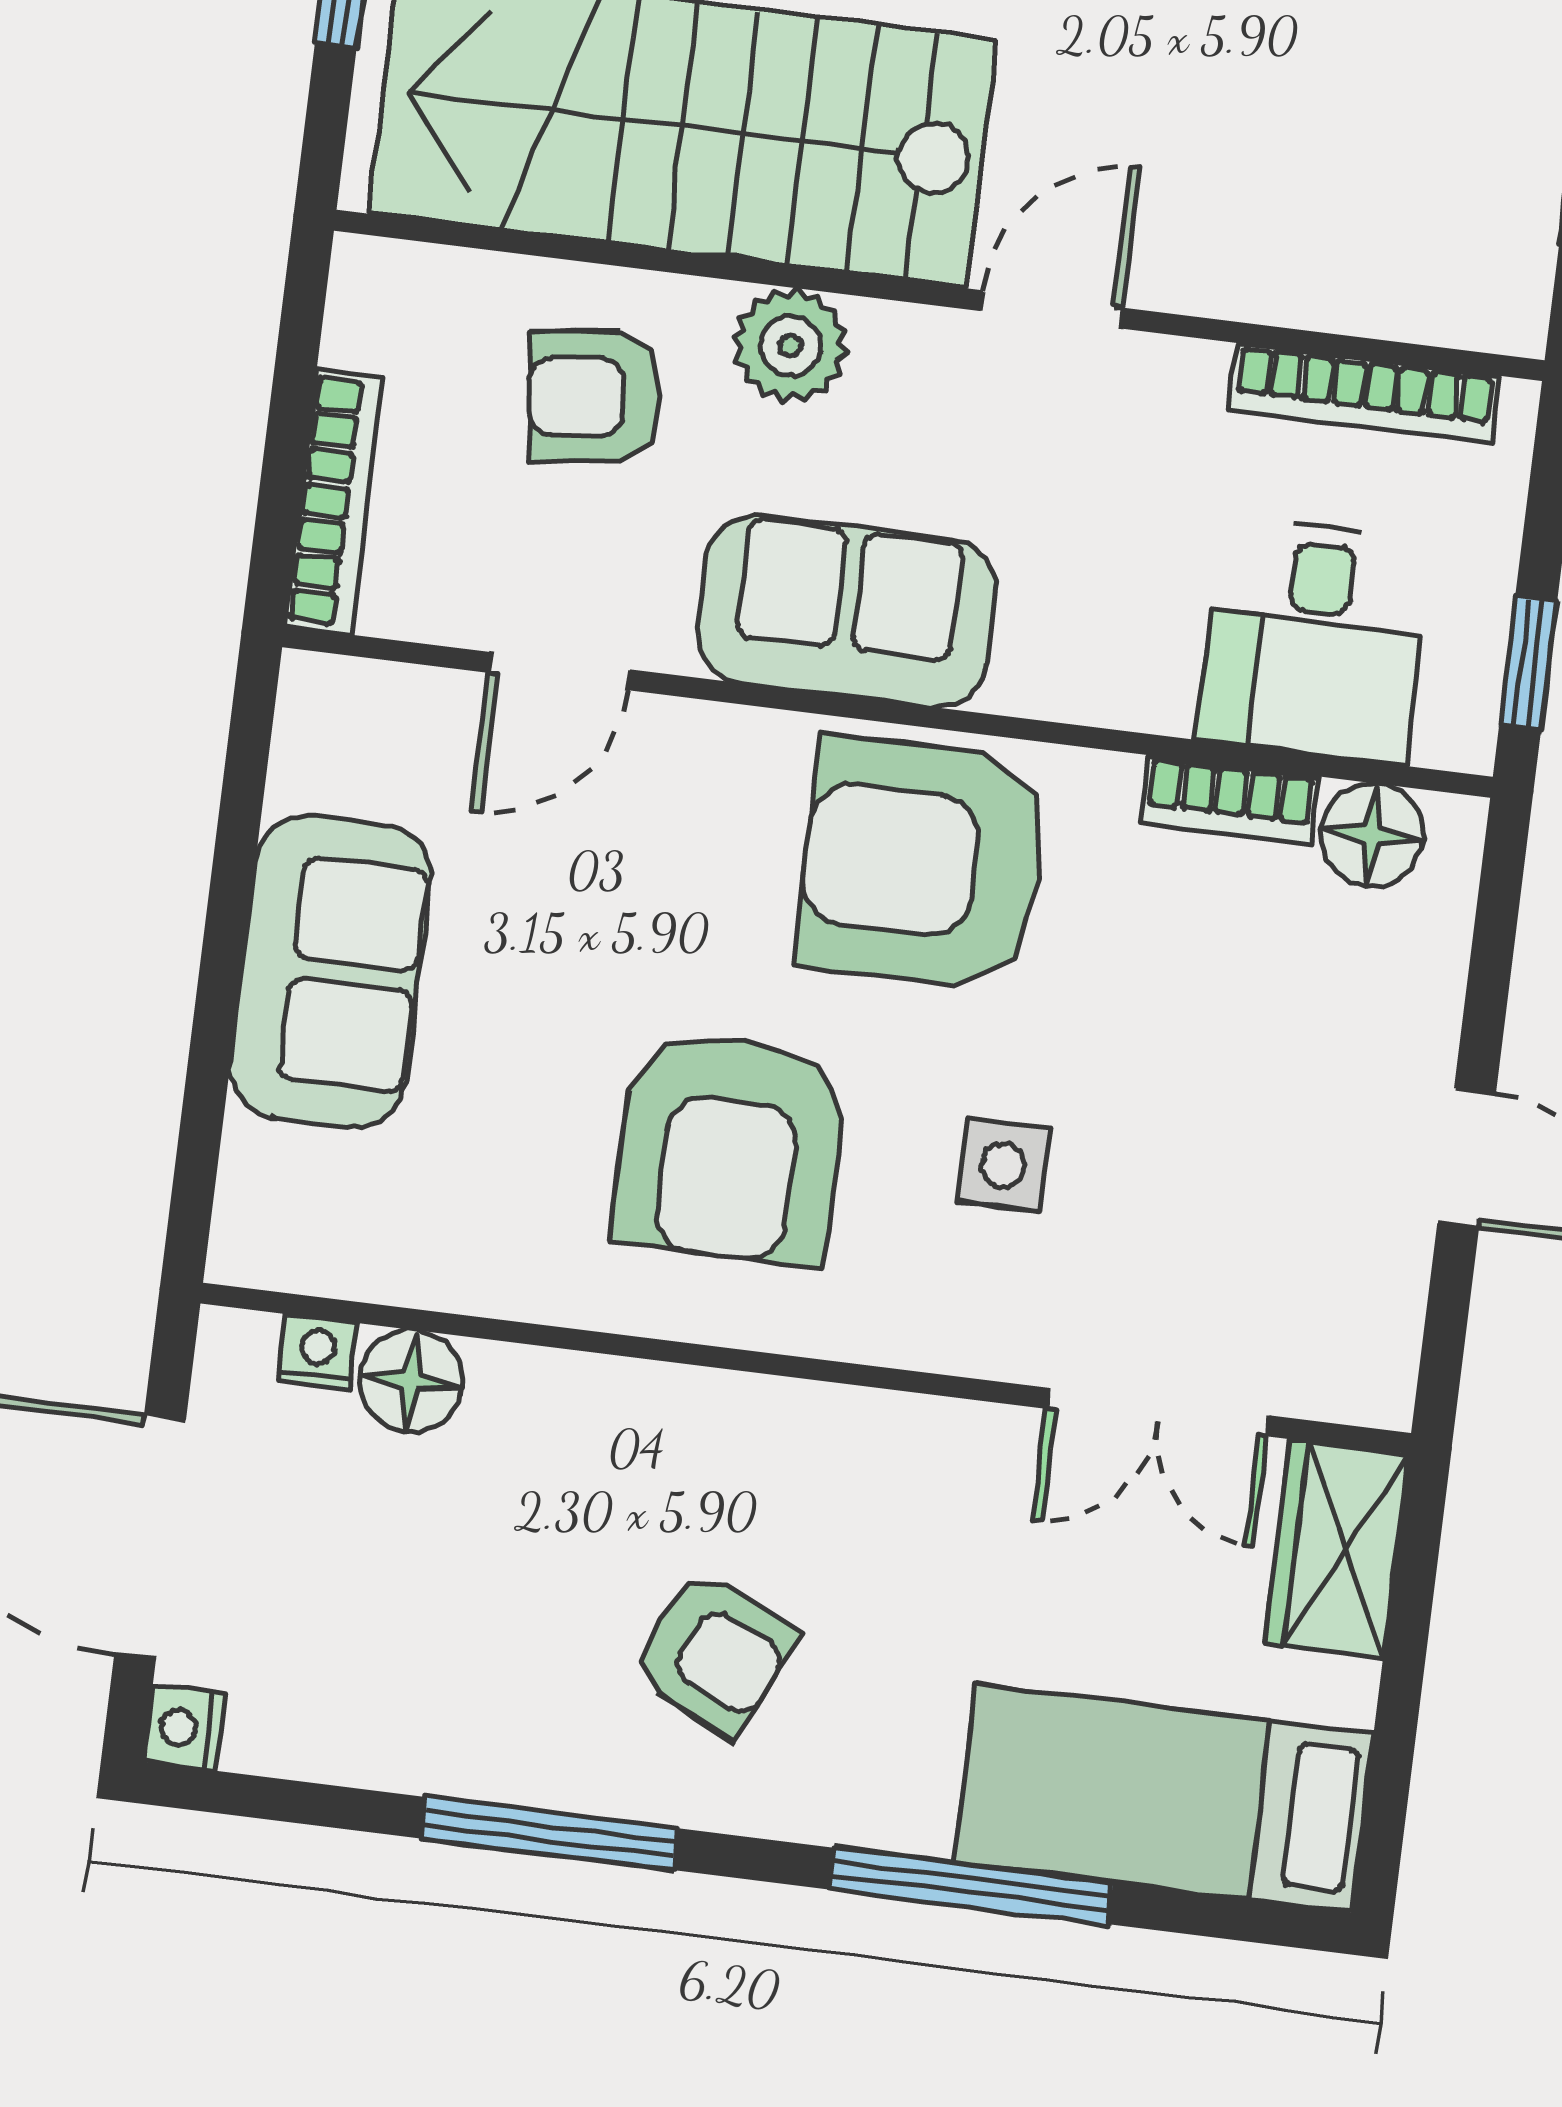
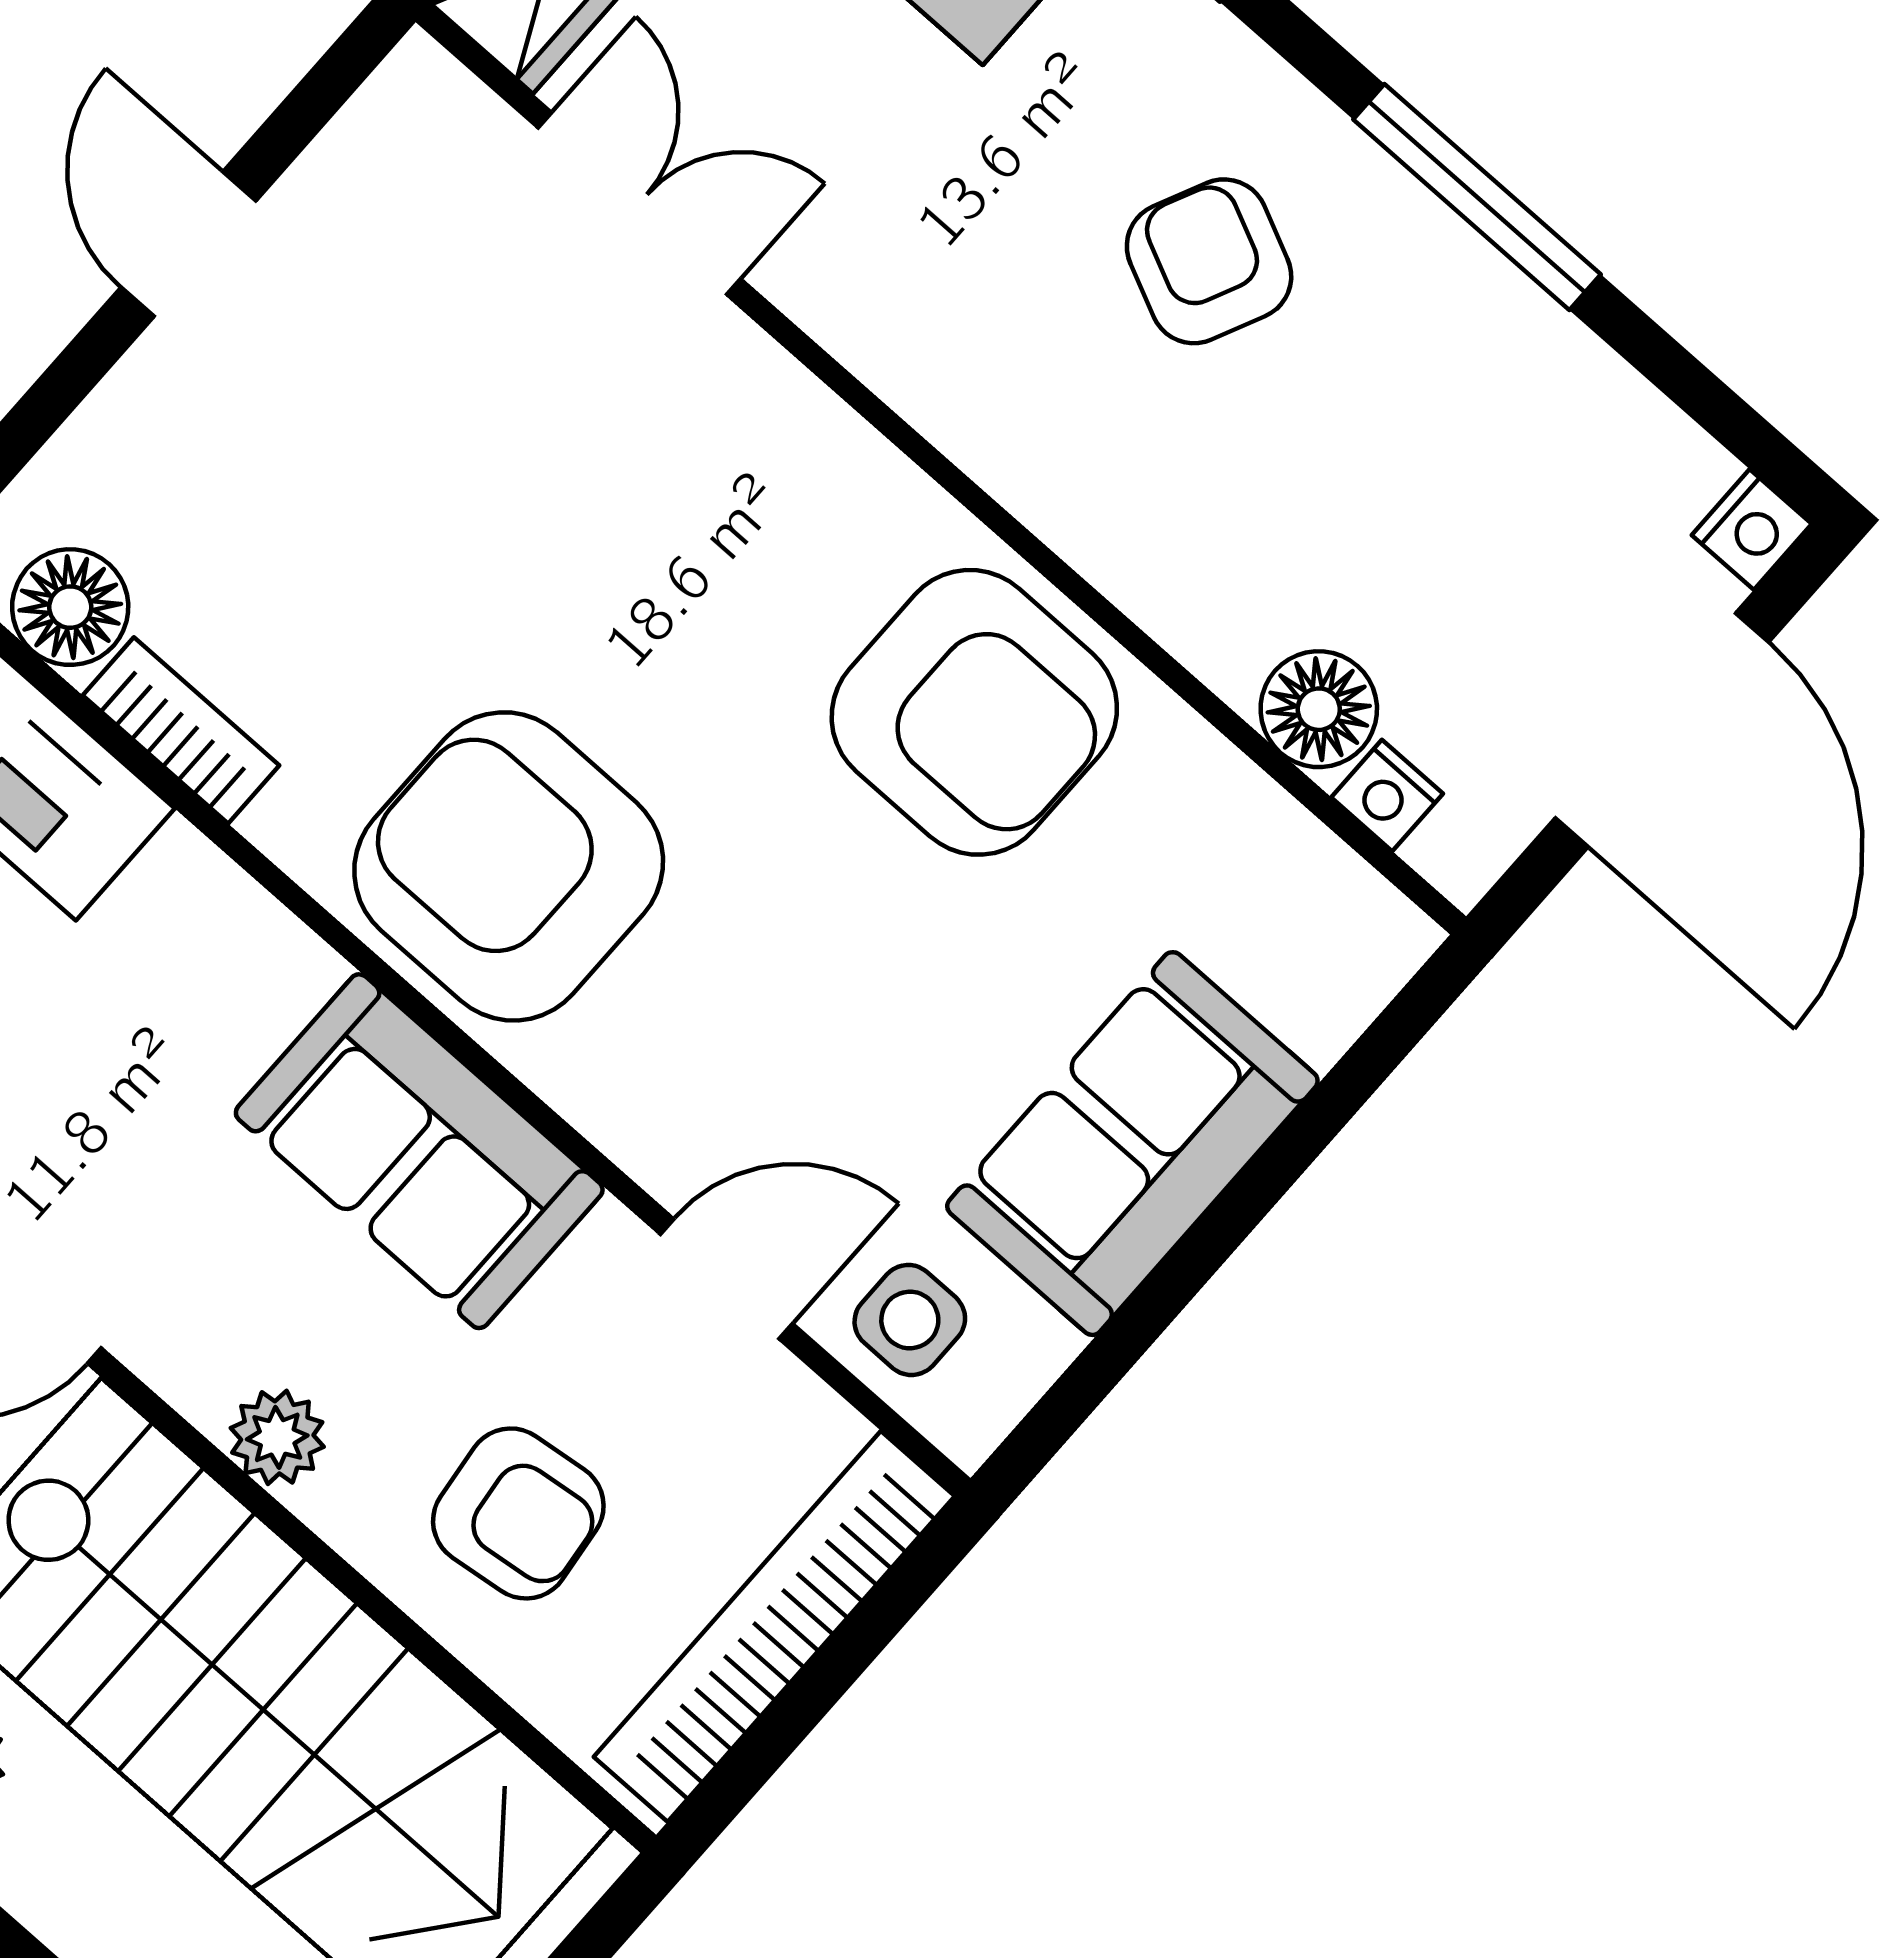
plant: (790, 346) -> (277, 1437), width x0.73, depth x0.73
bookcase: (334, 502) -> (774, 1626), width x1.48, depth x1.31
armchair: (923, 864) -> (509, 866), turned 180
armchair: (730, 1148) -> (974, 712), moved, turned 90
side table: (1003, 1165) -> (910, 1320), moved

